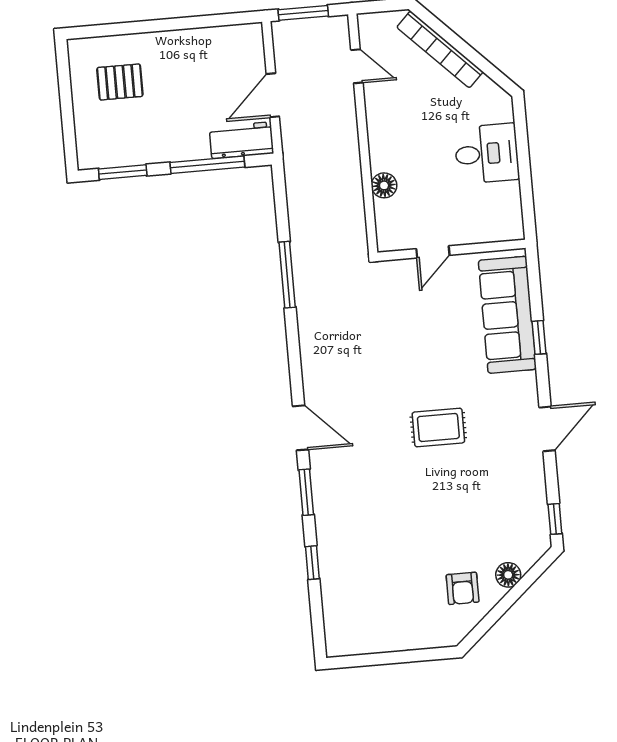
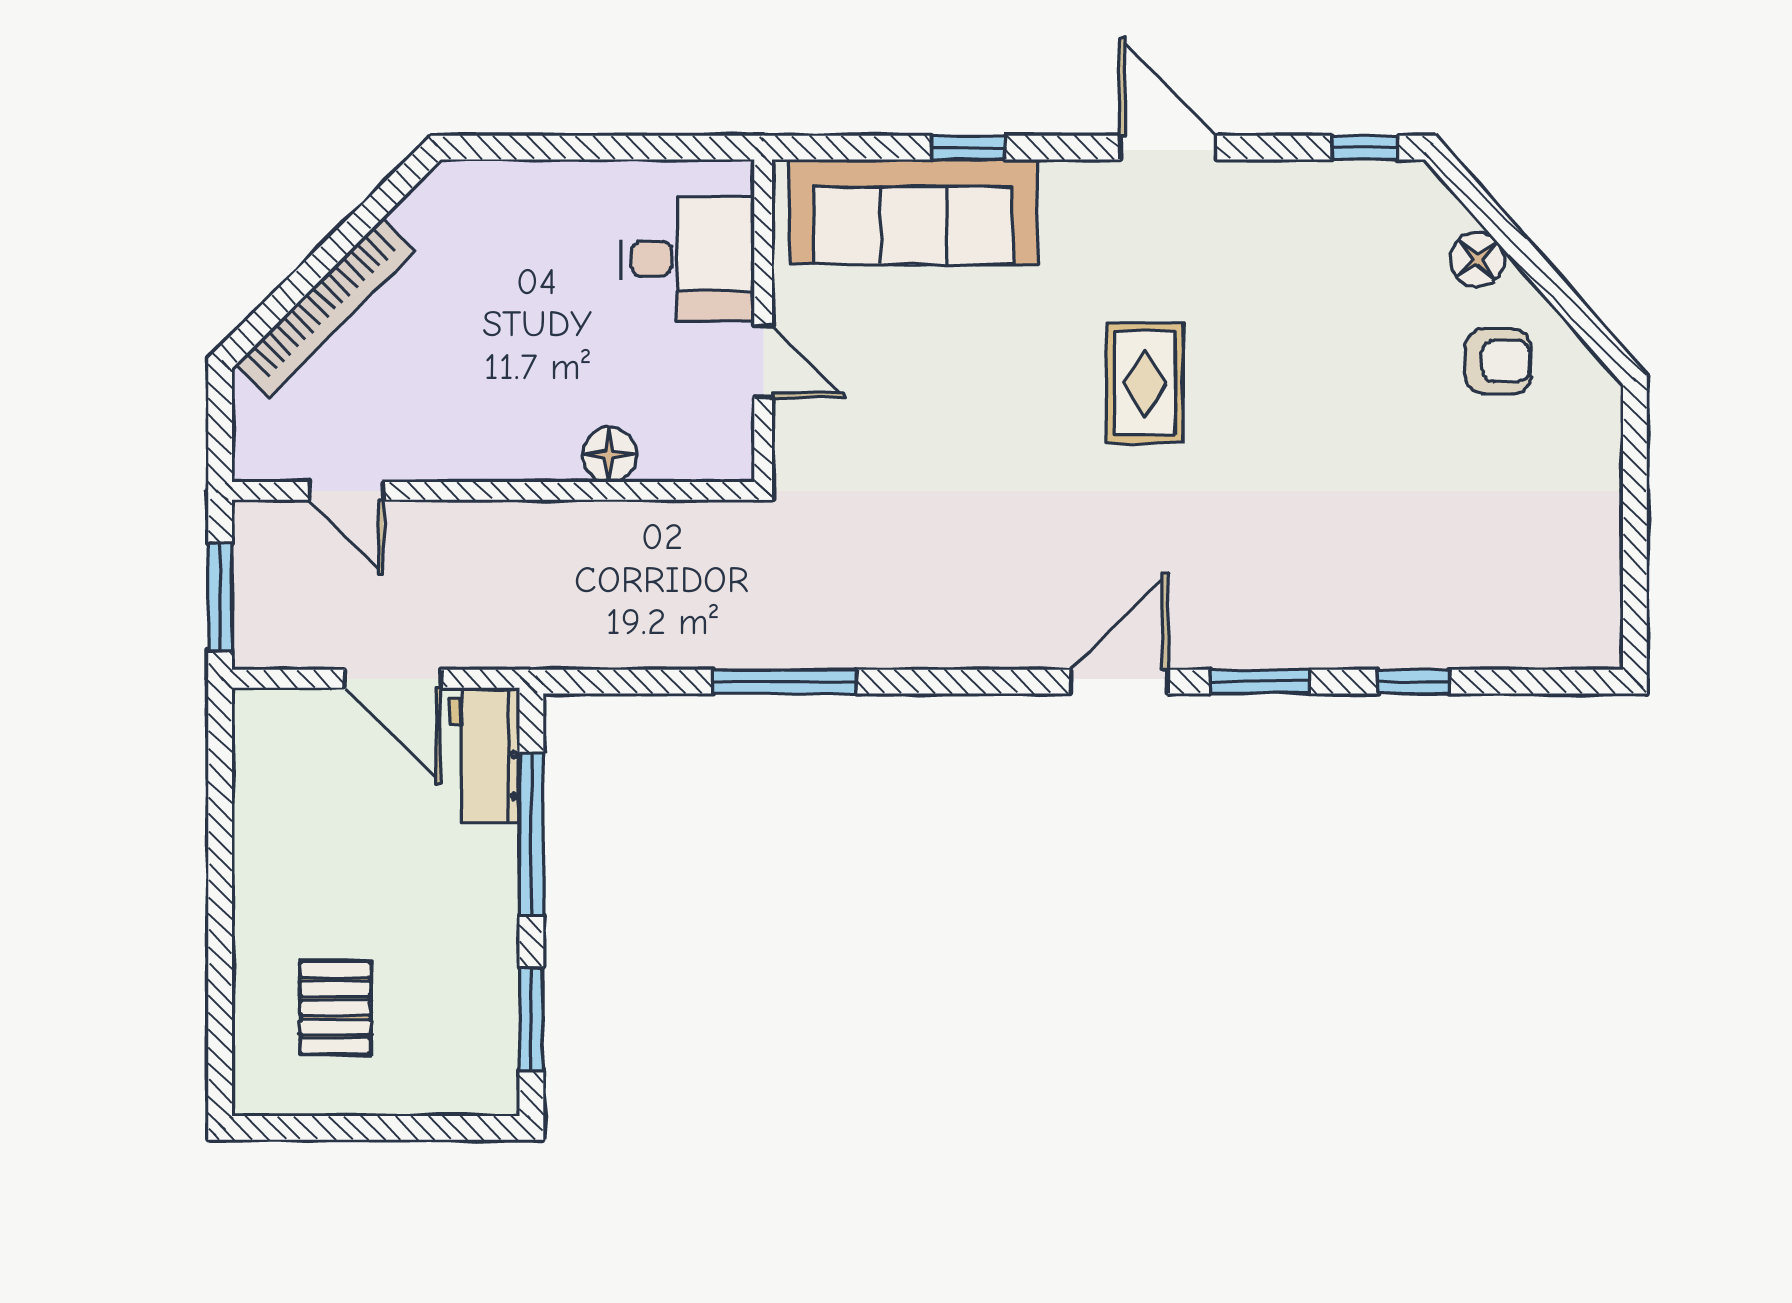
door: (357, 66) -> (346, 491), swing flipped
desk: (487, 154) -> (687, 259), moved, turned 90

